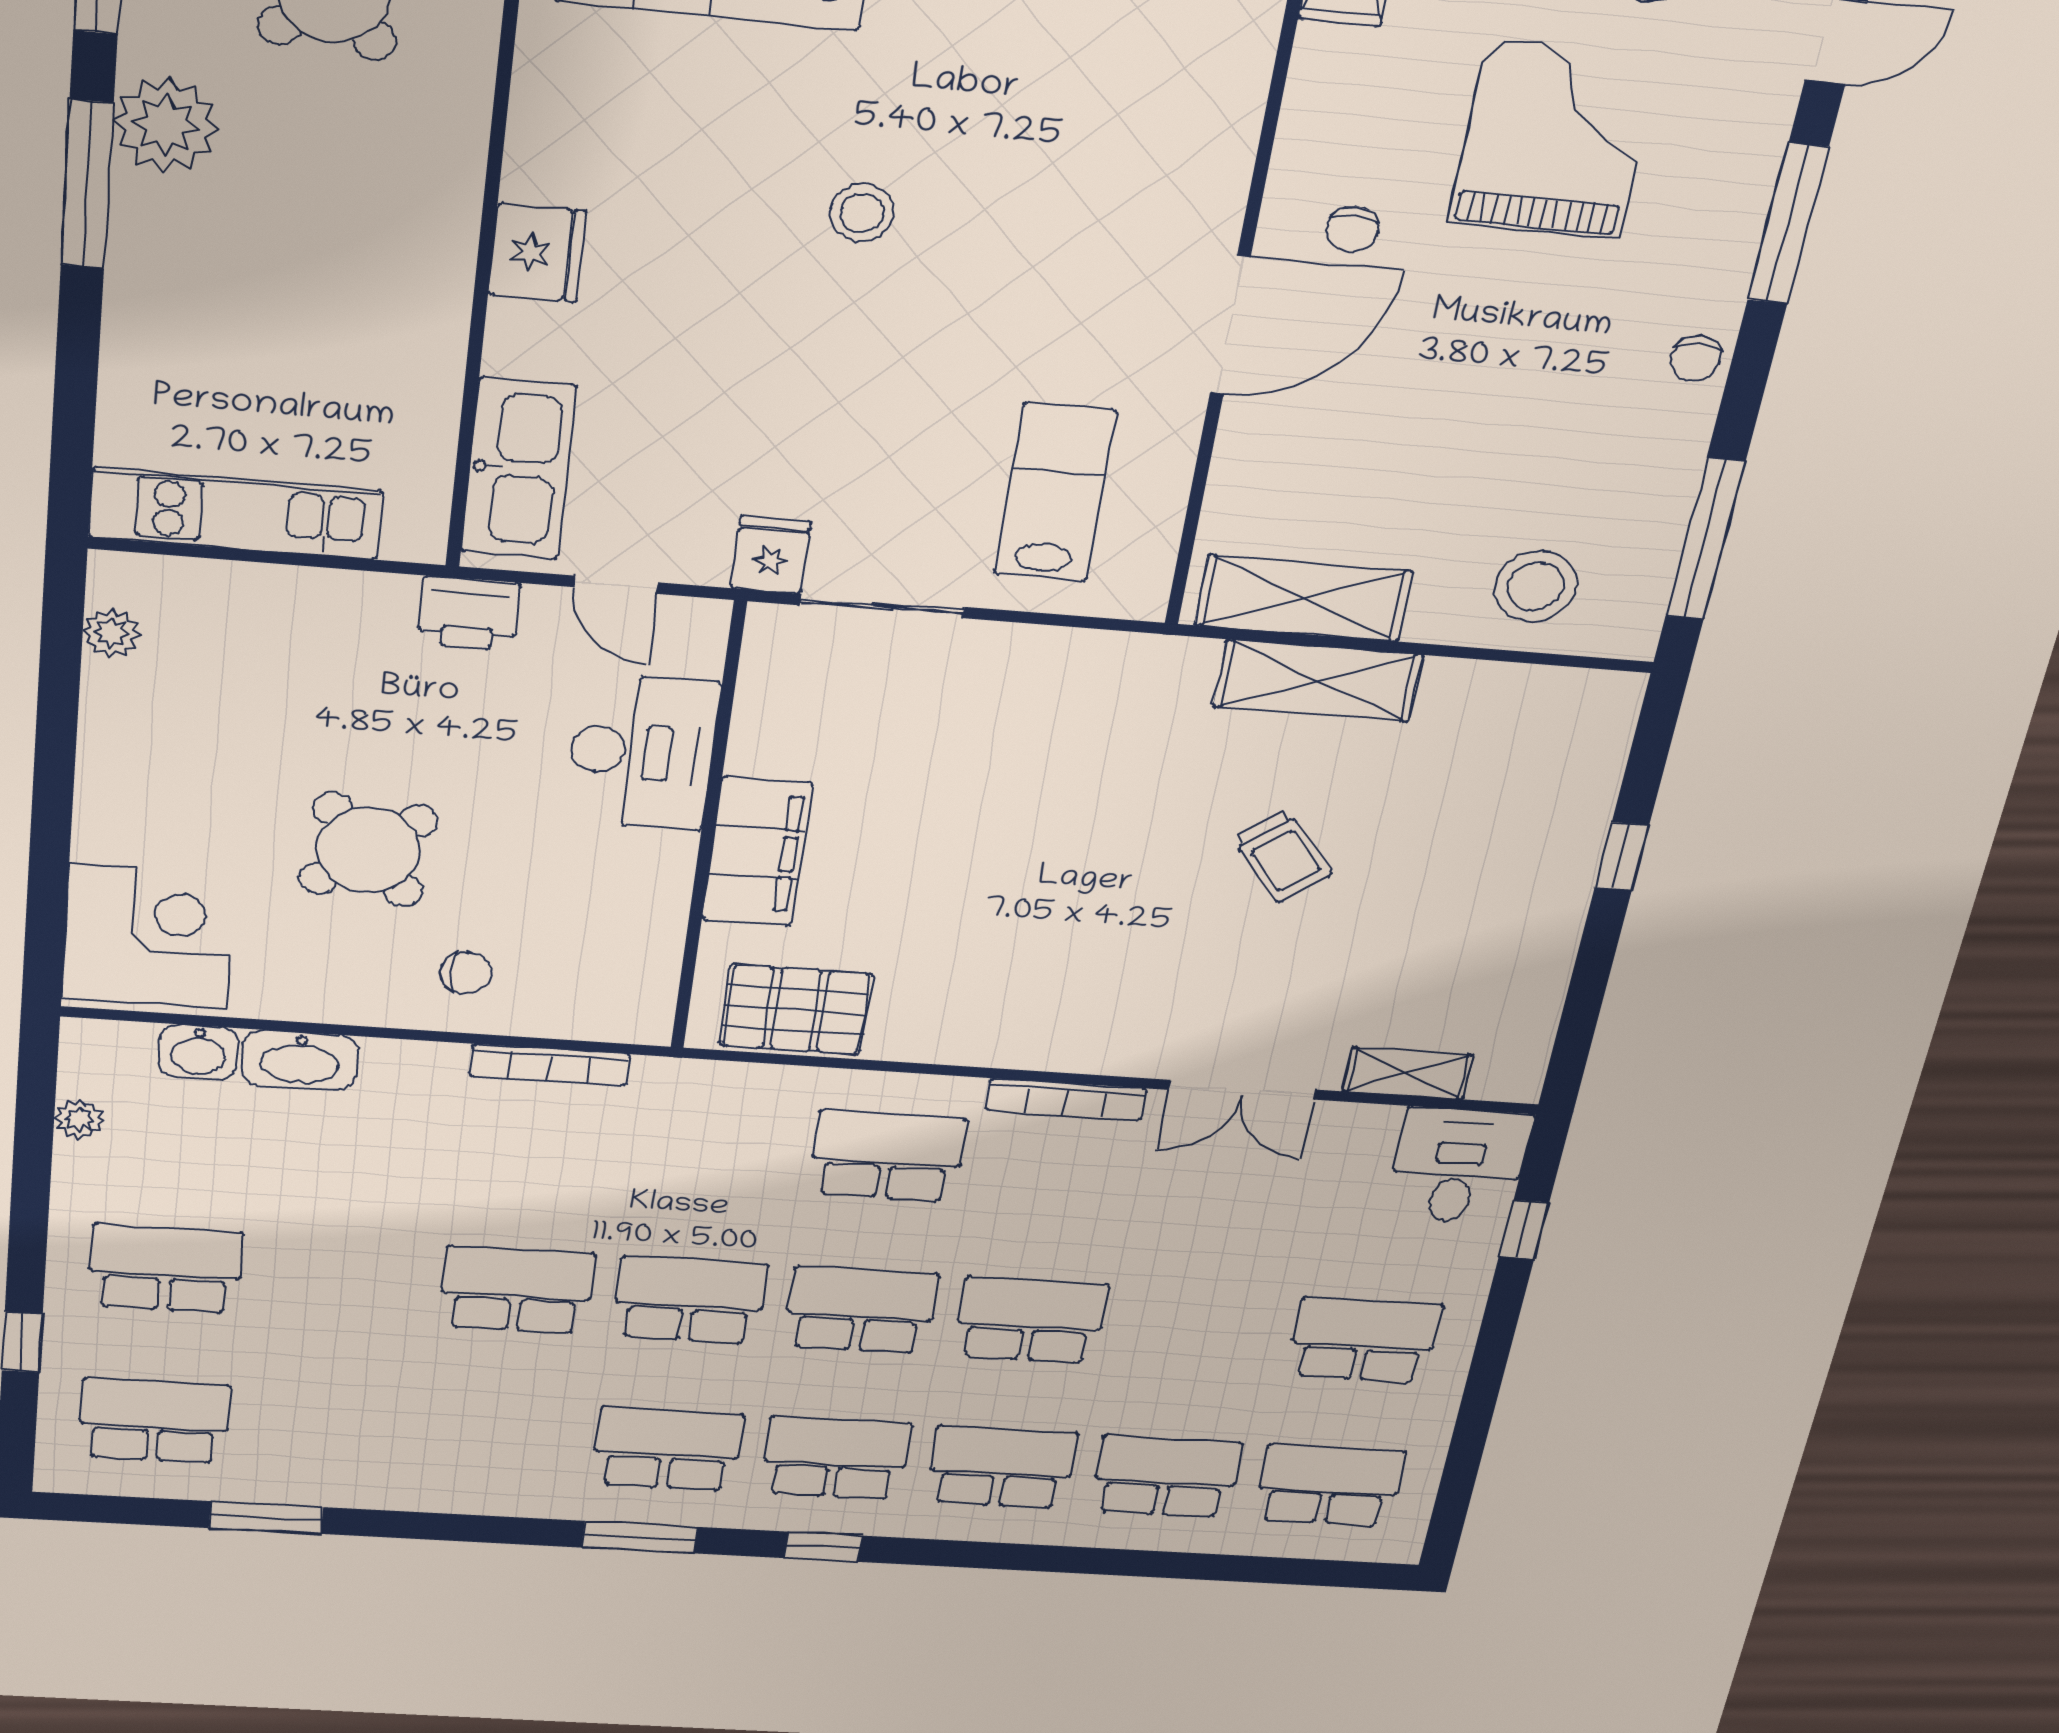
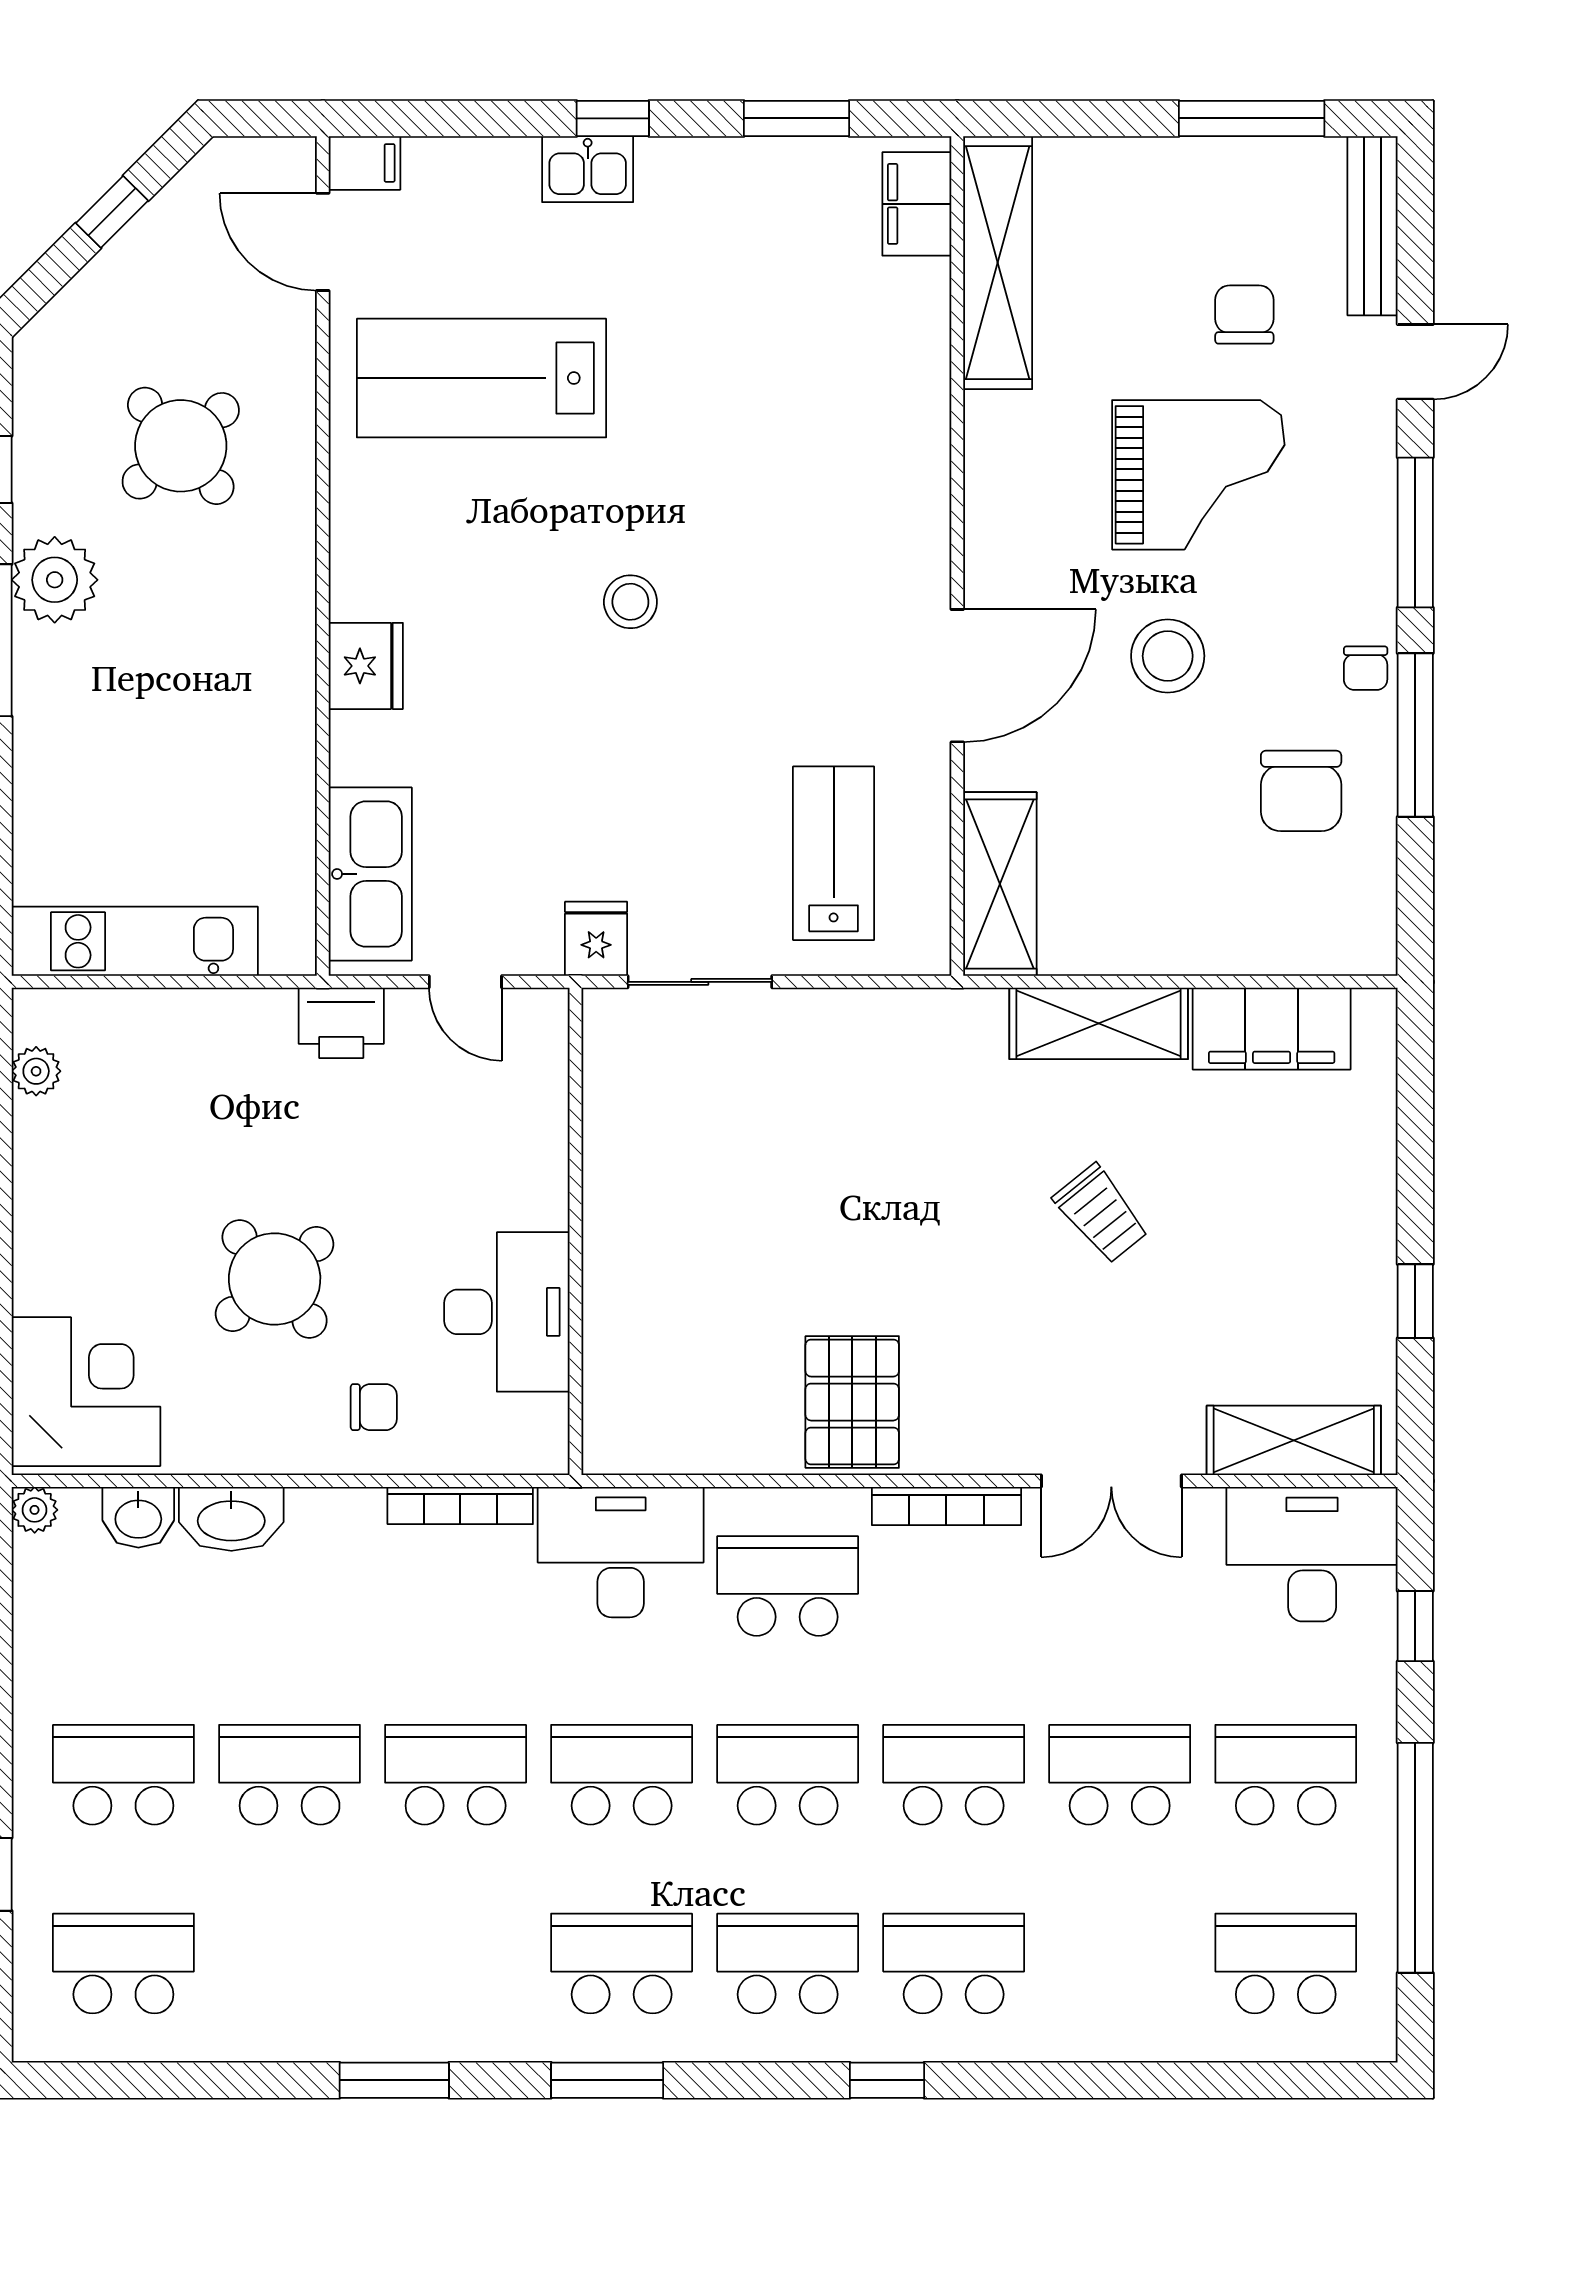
grand piano: (1554, 139) -> (1198, 475), turned 90
chair: (1352, 229) -> (1301, 791), moved, width x1.87, depth x1.87
window: (1705, 539) -> (1415, 735), moved
stool: (1535, 586) -> (1168, 656), moved
shelving: (1304, 598) -> (1000, 884), moved, turned 90
desk: (642, 752) -> (507, 1312), moved
filing cabinet: (757, 852) -> (1272, 1029), moved, turned 90
window: (1622, 857) -> (1415, 1301), moved
pallet: (796, 1010) -> (852, 1402), moved, turned 90
shelving: (1407, 1073) -> (1294, 1440), width x1.50, depth x1.33
desk: (716, 1116) -> (621, 1552), added
plant: (79, 1119) -> (35, 1510), moved
desk: (1458, 1166) -> (1312, 1554), width x1.37
school desk: (342, 1280) -> (290, 1775), added
window: (1476, 1412) -> (1415, 1858), added
school desk: (1166, 1476) -> (1120, 1775), moved
window: (266, 1518) -> (394, 2080), moved
window: (823, 1547) -> (887, 2080), moved

